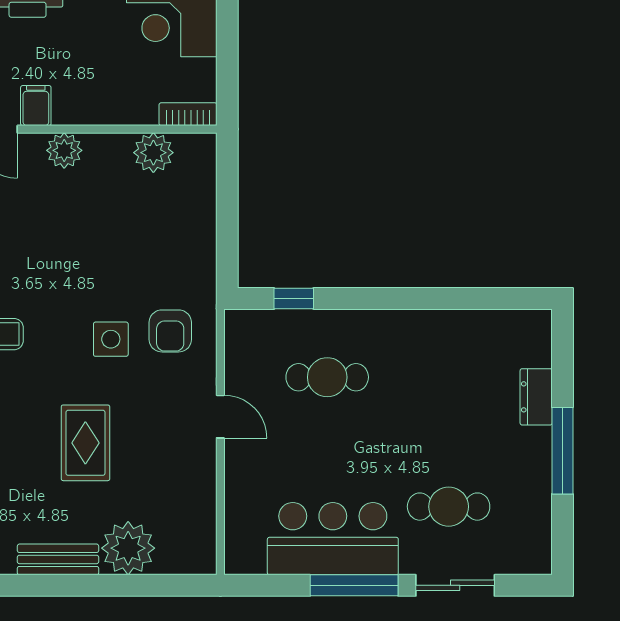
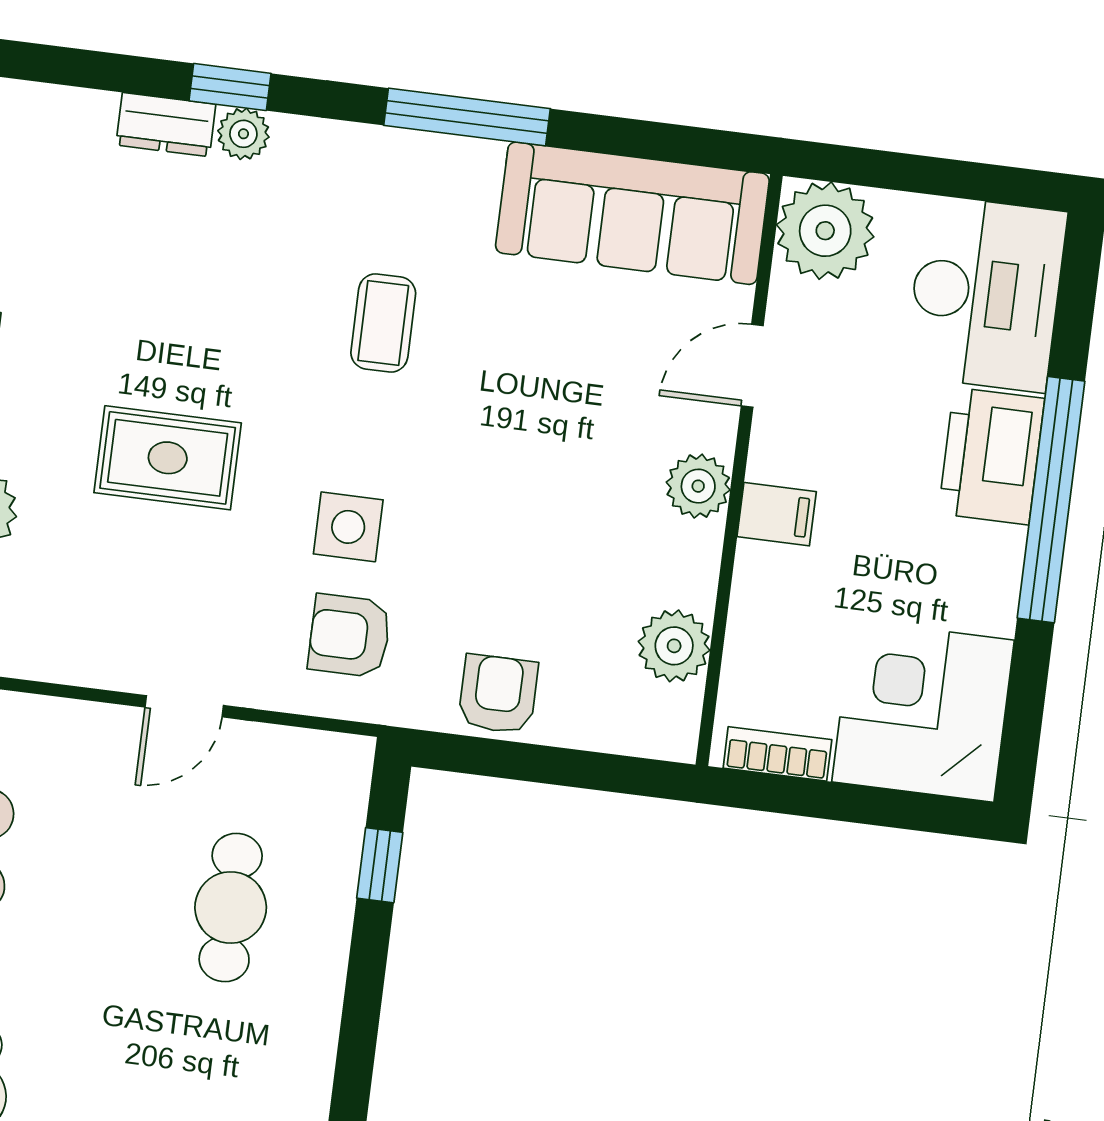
filing cabinet: (36, 106) -> (777, 514), moved
bookcase: (188, 114) -> (777, 754), moved, turned -90
armchair: (192, 246) -> (498, 694), added

